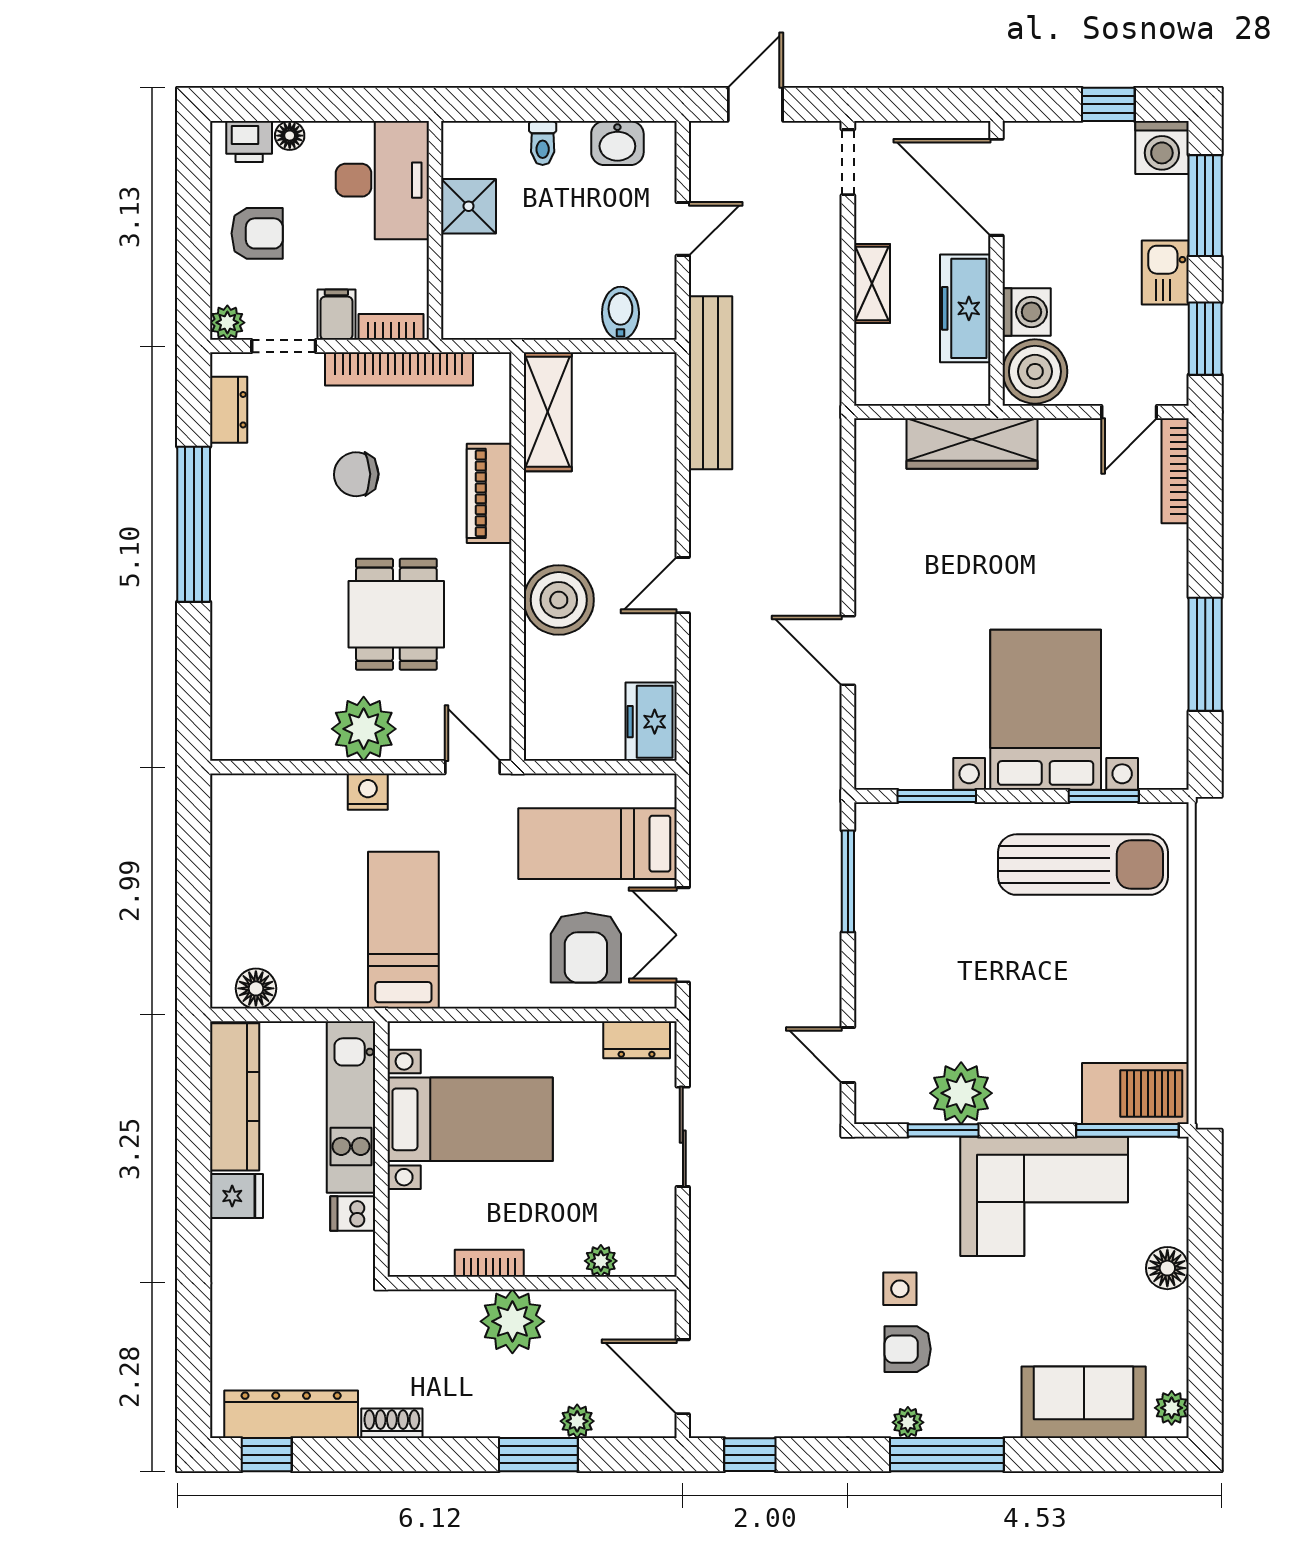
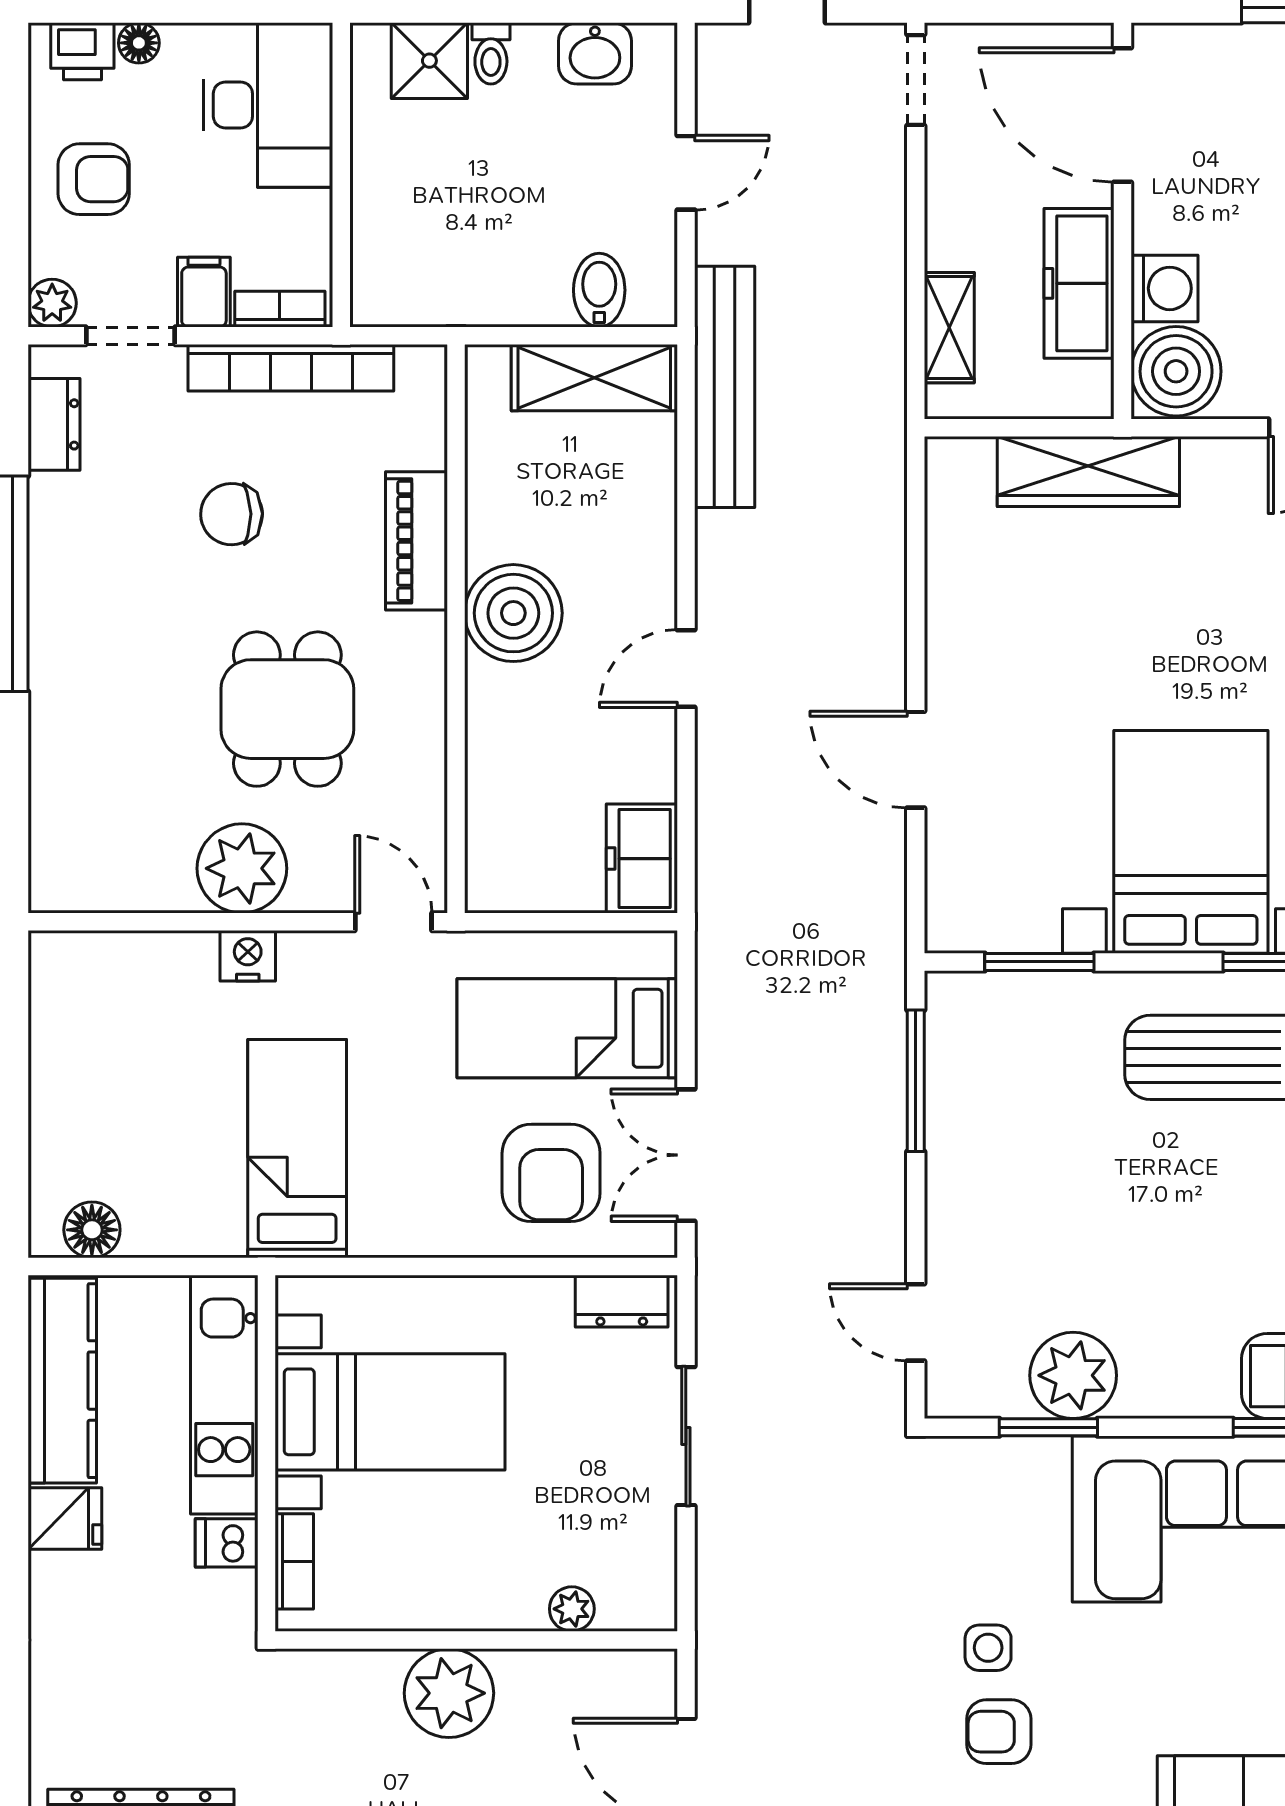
shower: (469, 206) -> (429, 61), moved
shelving: (872, 284) -> (949, 328), moved
shelving: (548, 412) -> (594, 378), moved, turned 90
boiler: (559, 600) -> (513, 613), moved
bookcase: (489, 1263) -> (294, 1561), moved, turned 90

